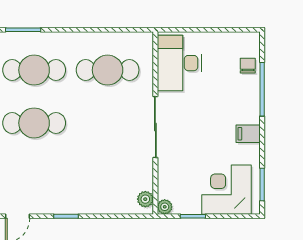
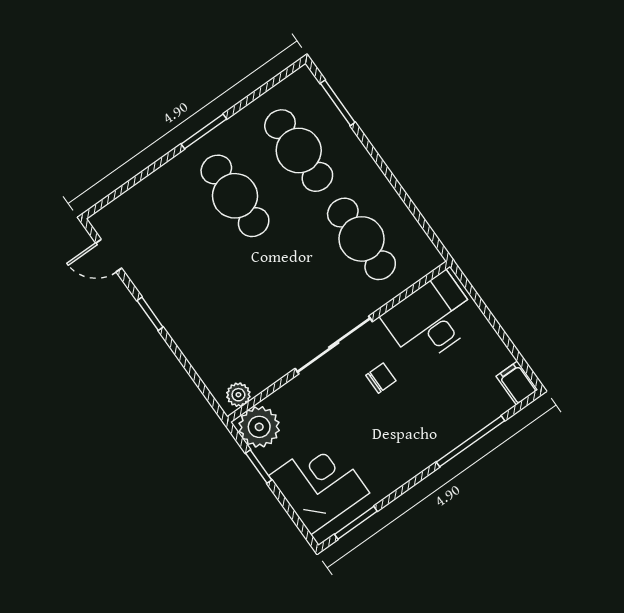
chair: (248, 66) -> (381, 378), moved
filing cabinet: (248, 134) -> (517, 383), moved
plant: (165, 207) -> (259, 427), width x1.88, depth x1.88

